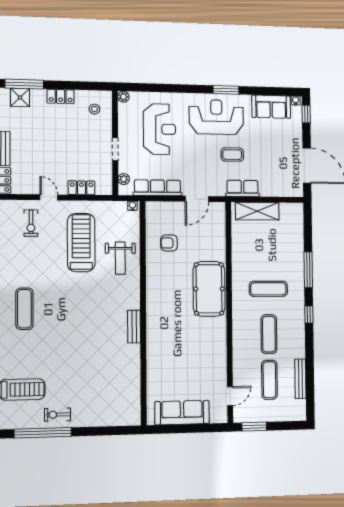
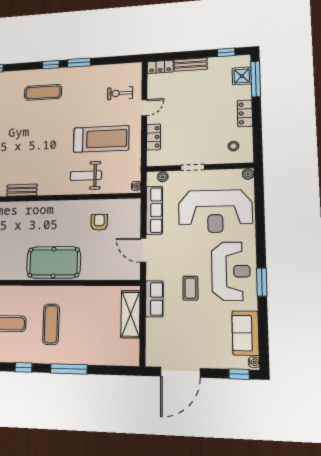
reception desk: (159, 129) -> (215, 211), width x1.36, depth x1.30

